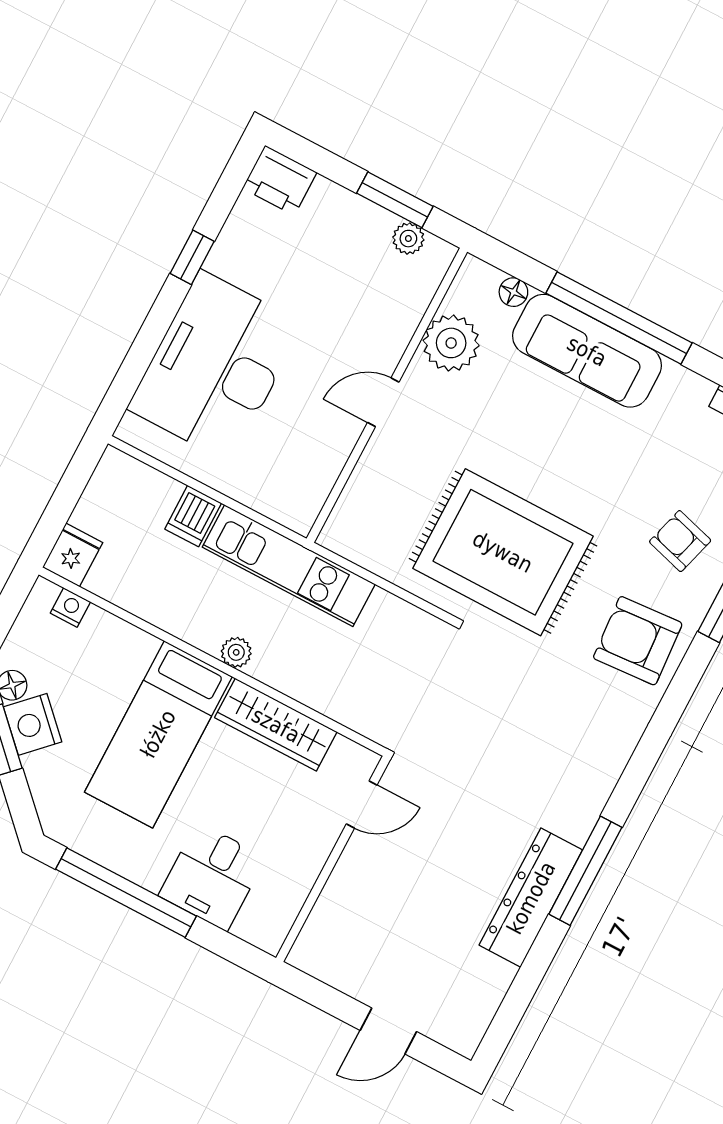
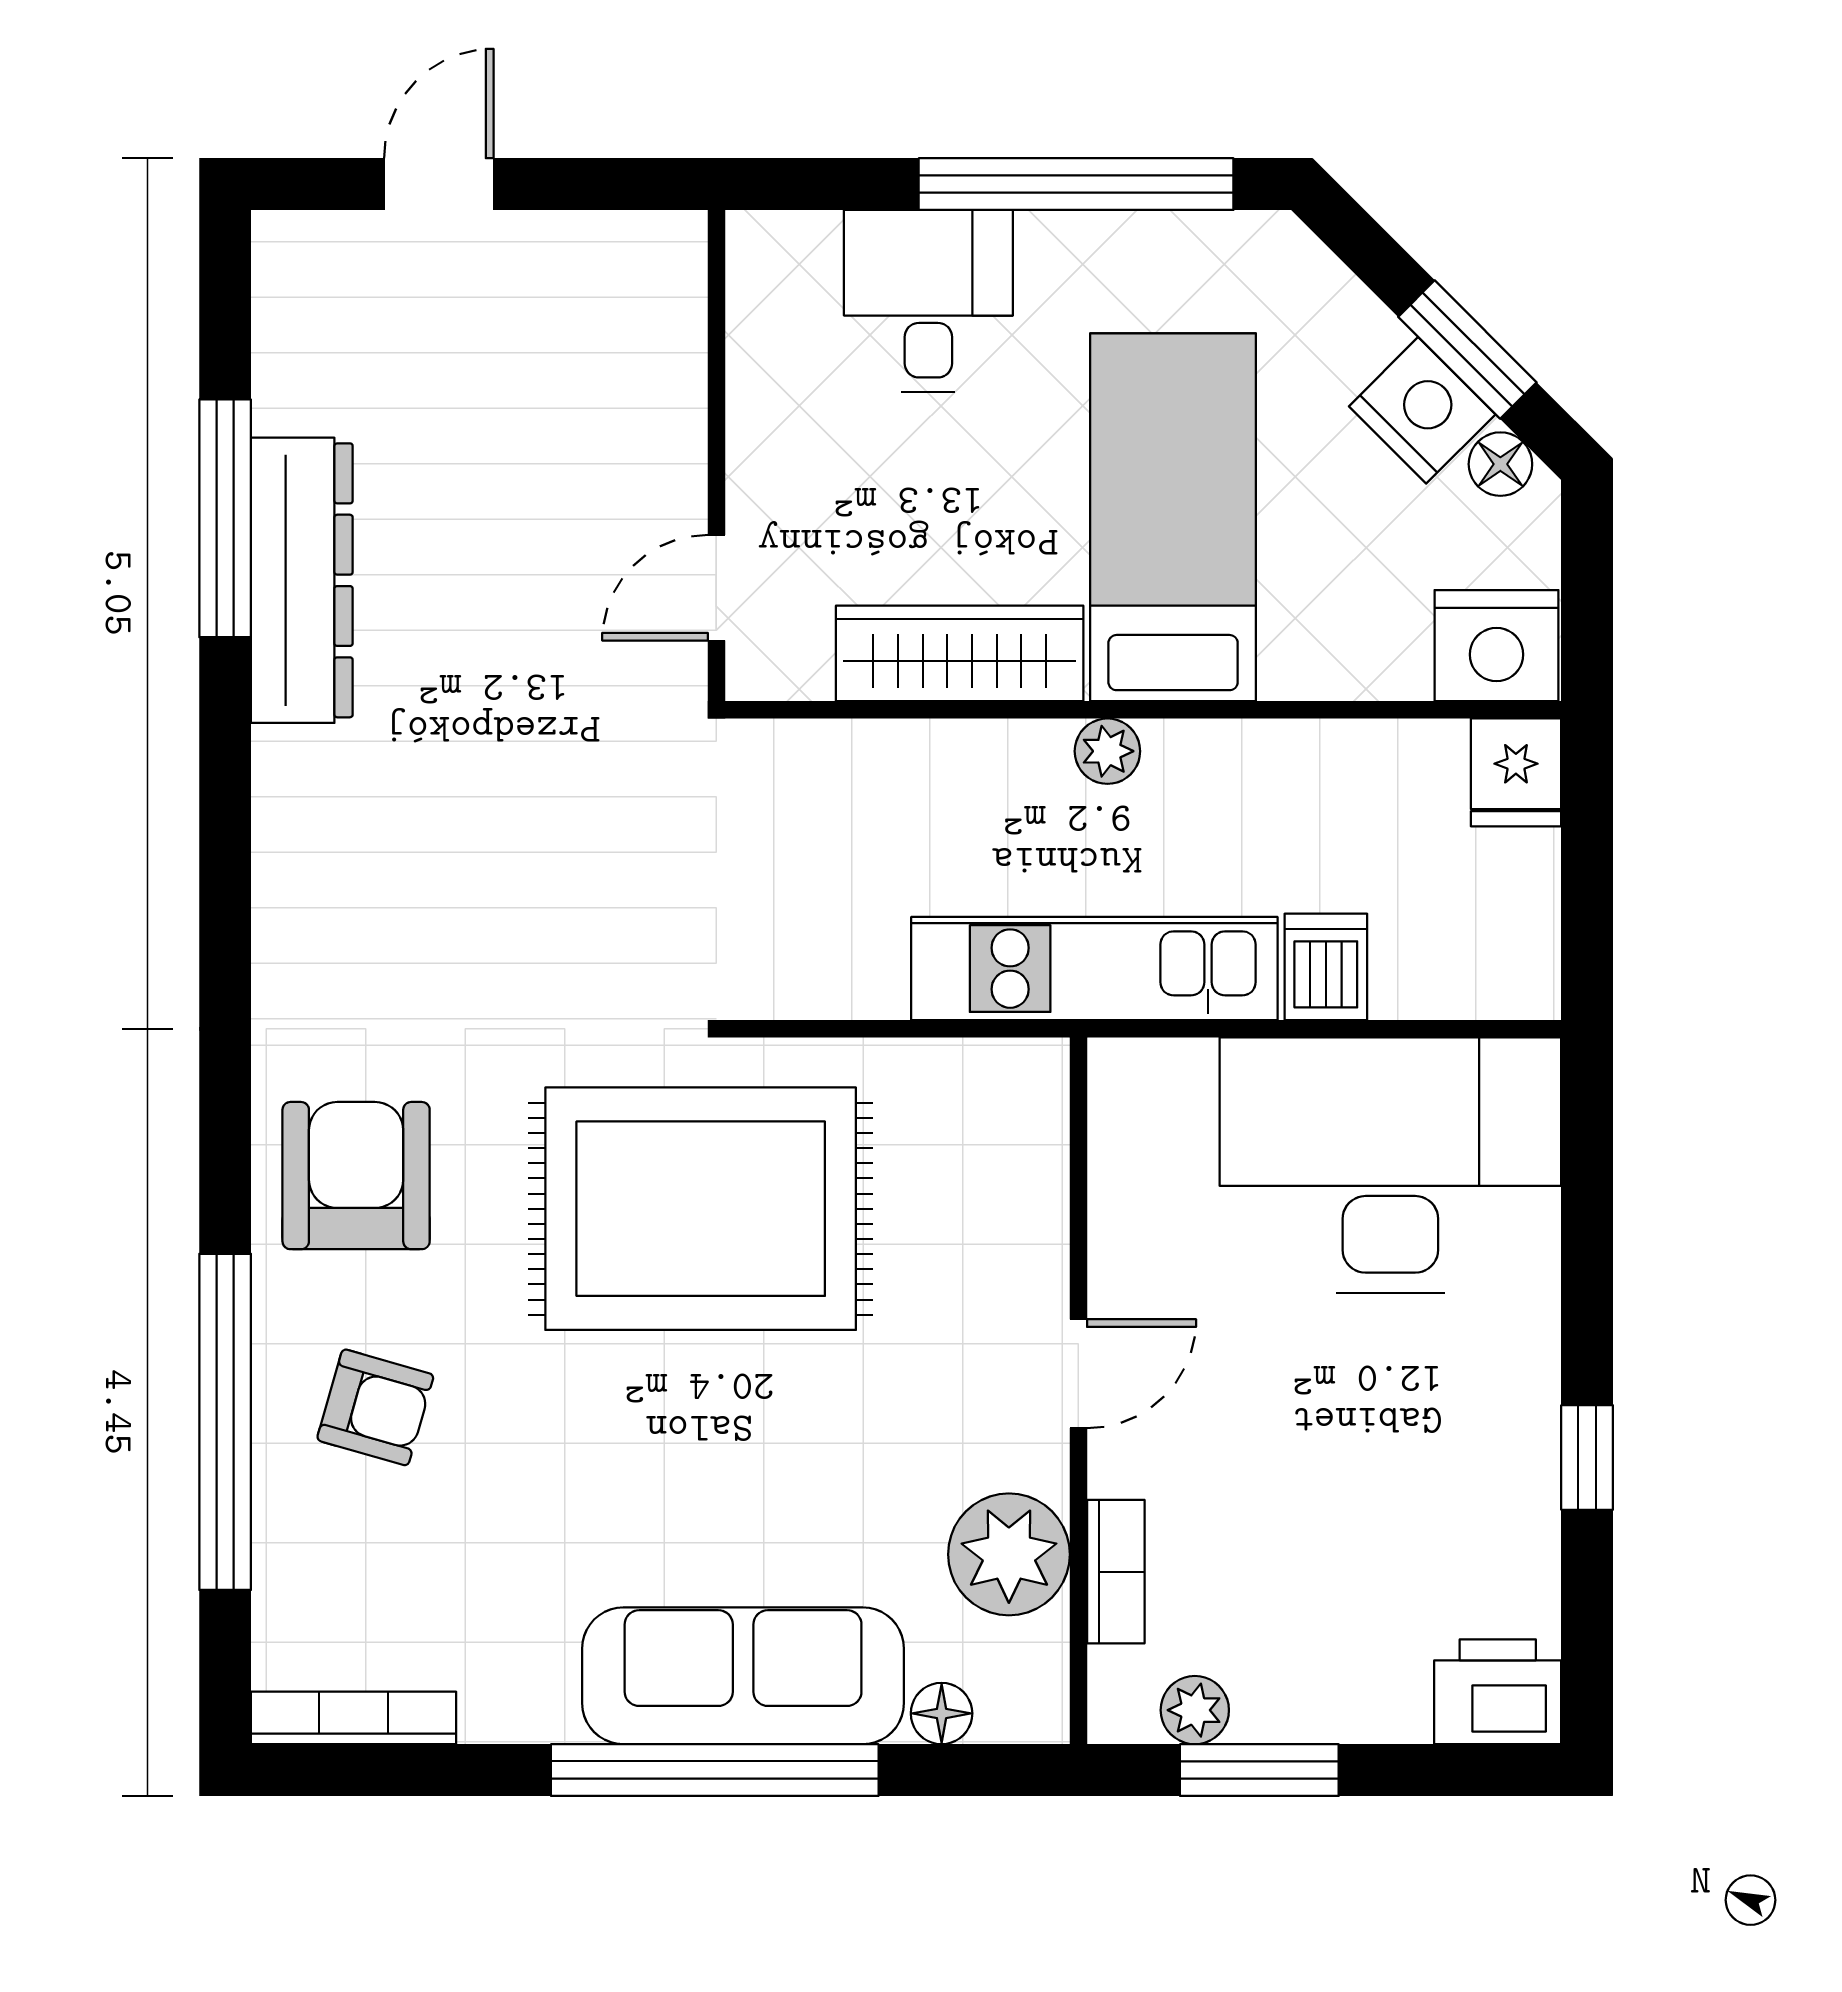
bookcase: (411, 313) -> (1116, 1572), added
desk: (216, 366) -> (1390, 1165), moved, turned -90
nightstand: (70, 608) -> (1497, 646), width x1.89, depth x1.79
armchair: (638, 641) -> (356, 1176), turned -86
window: (585, 871) -> (225, 518), moved

